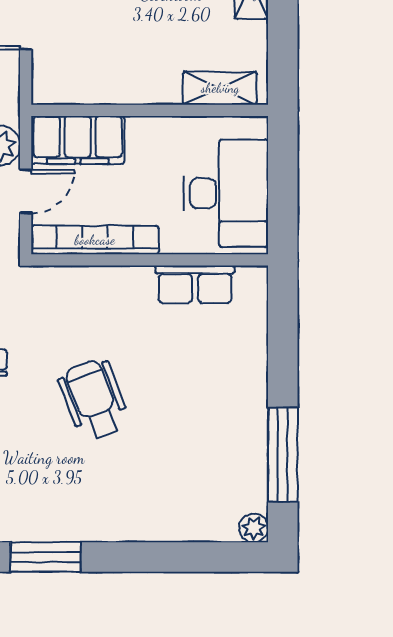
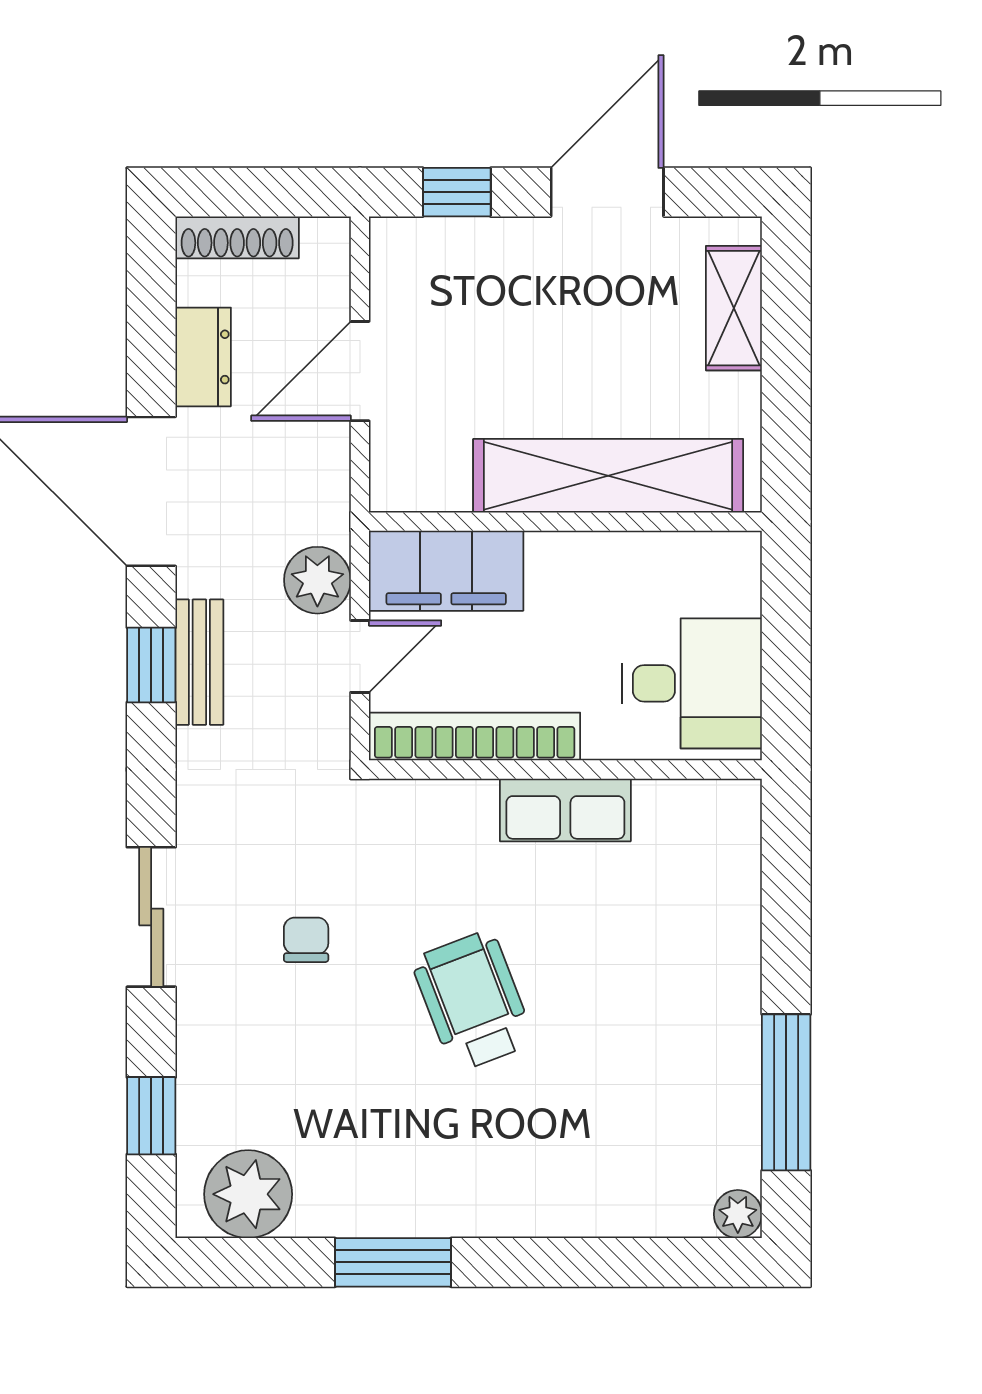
shelving: (220, 88) -> (608, 476), width x2.20, depth x1.33
desk: (226, 193) -> (692, 683), width x0.73
row of seats: (195, 284) -> (565, 810), moved

